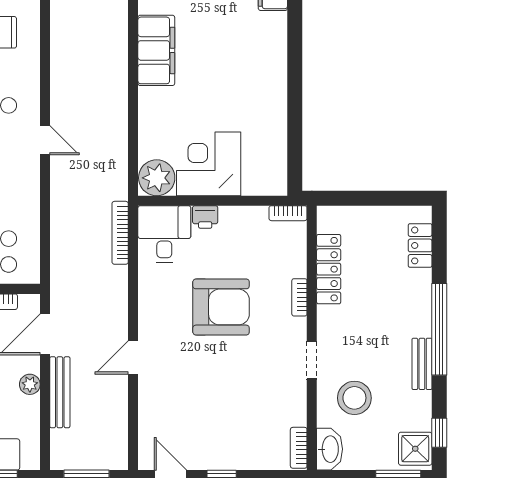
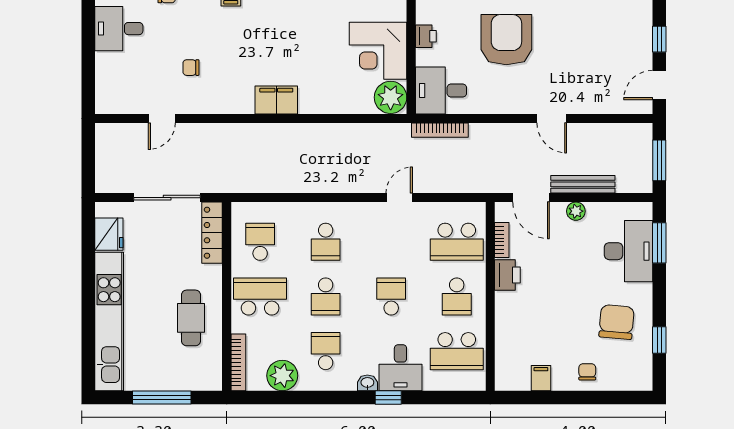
filing cabinet: (156, 50) -> (276, 100), width x0.67, depth x0.86
door: (45, 140) -> (399, 198), moved
printer: (205, 217) -> (426, 36), moved

